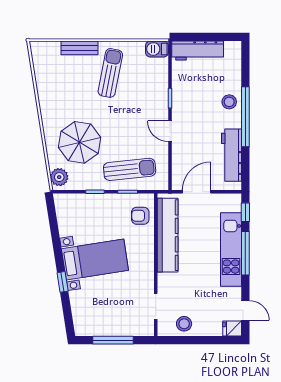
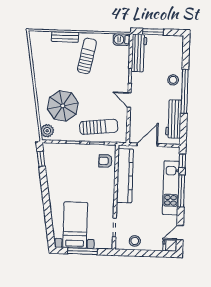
window: (200, 37) -> (153, 32), added
workbench: (198, 51) -> (139, 53), moved, turned -90
bed with nightstands: (95, 260) -> (75, 225), moved, turned -81
window: (63, 282) -> (41, 159), moved
door: (245, 310) -> (180, 233), swing flipped

